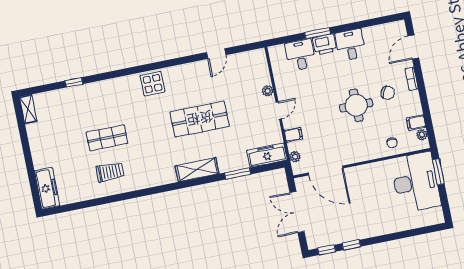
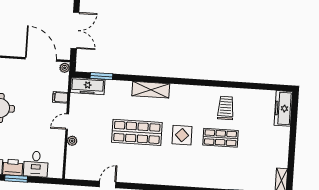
display table: (153, 84) -> (182, 135), moved
plant: (295, 157) -> (65, 68), moved
trolley: (110, 172) -> (226, 108), turned 90
window: (238, 173) -> (101, 76), moved

